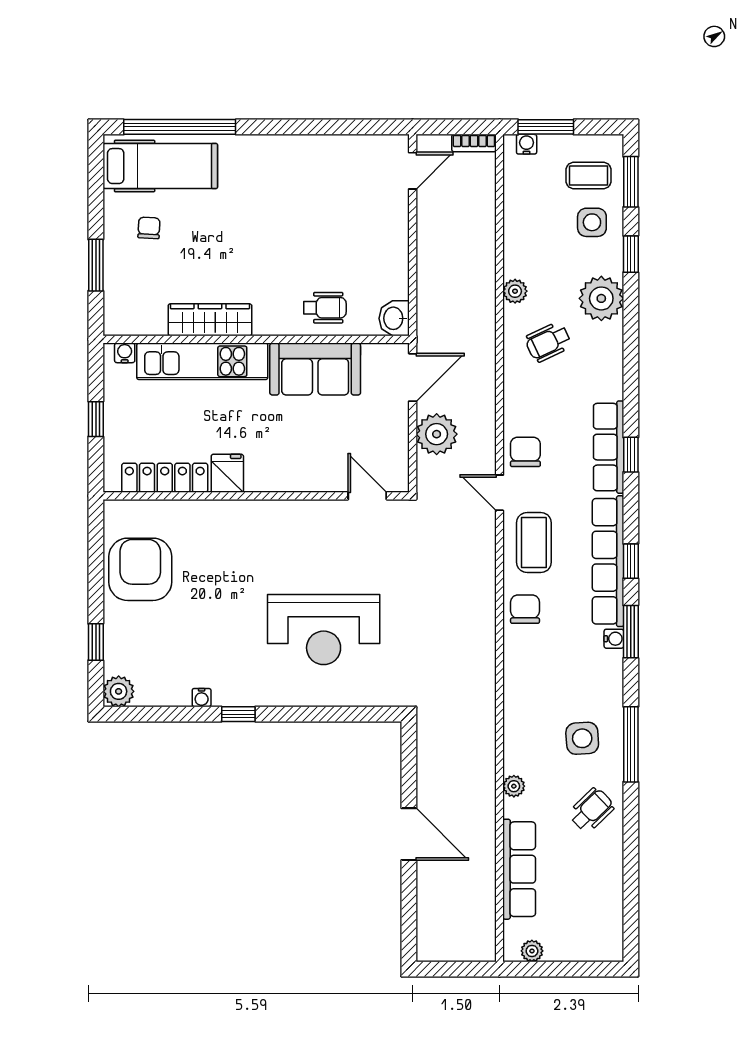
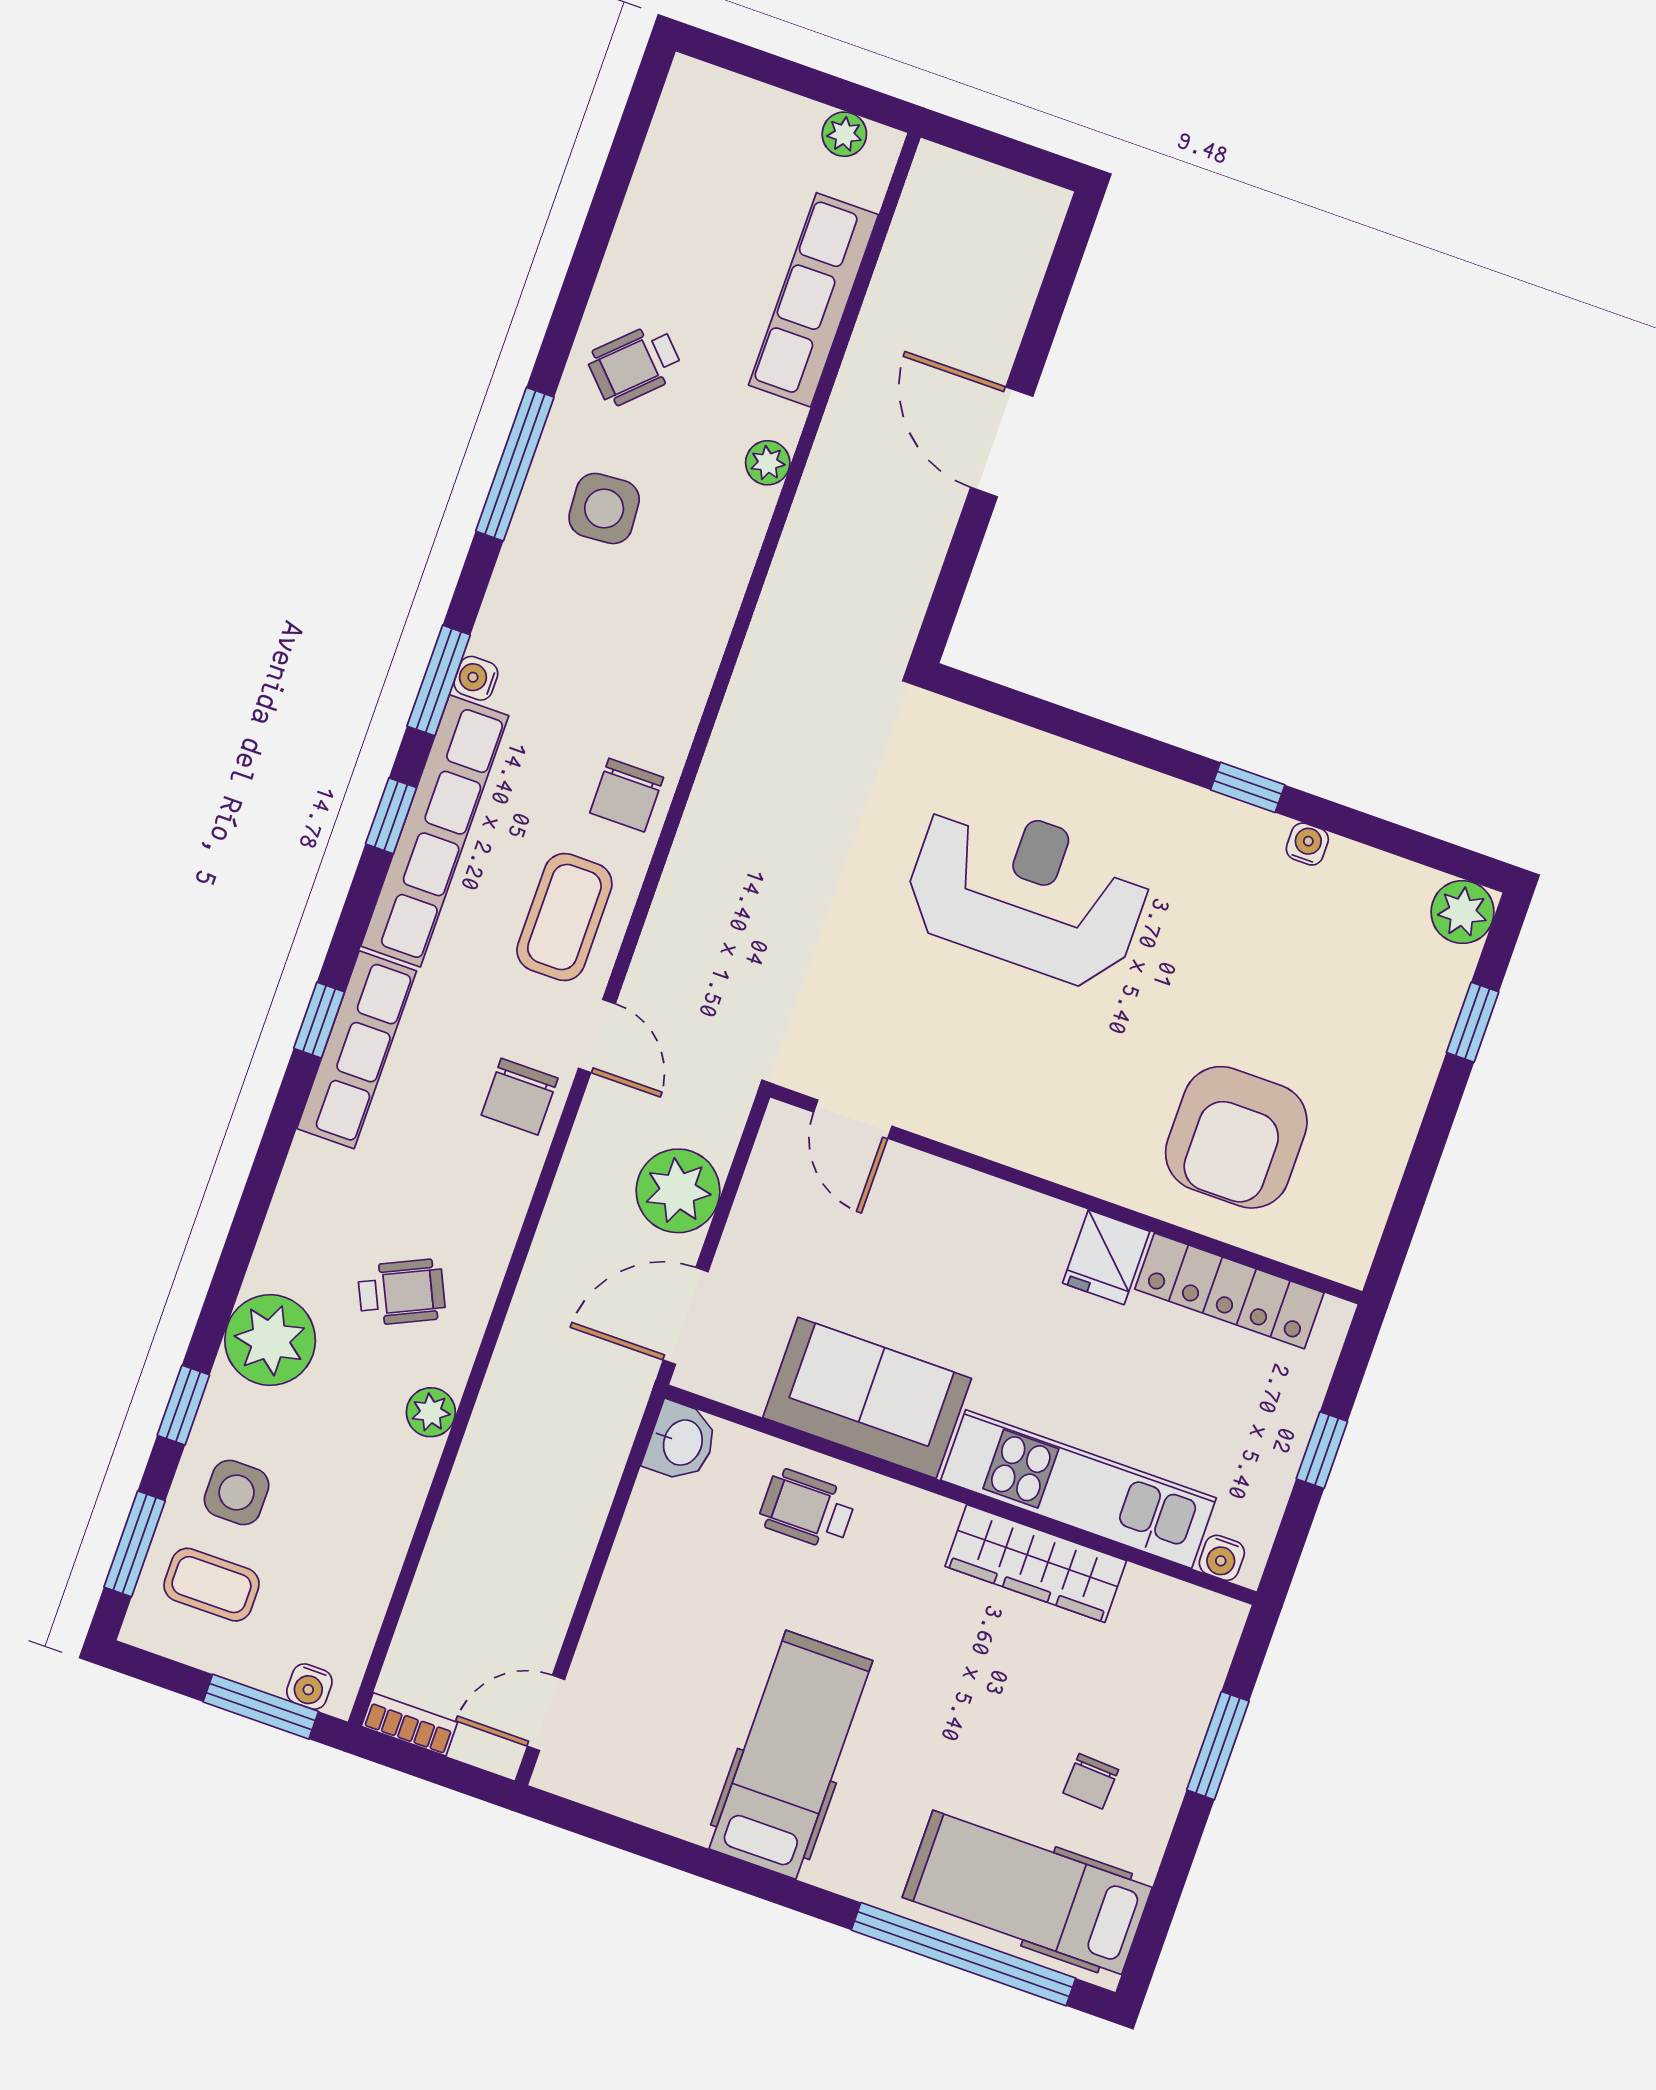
hospital bed: (292, 191) -> (791, 1755), added
armchair: (140, 569) -> (1236, 1137), moved

